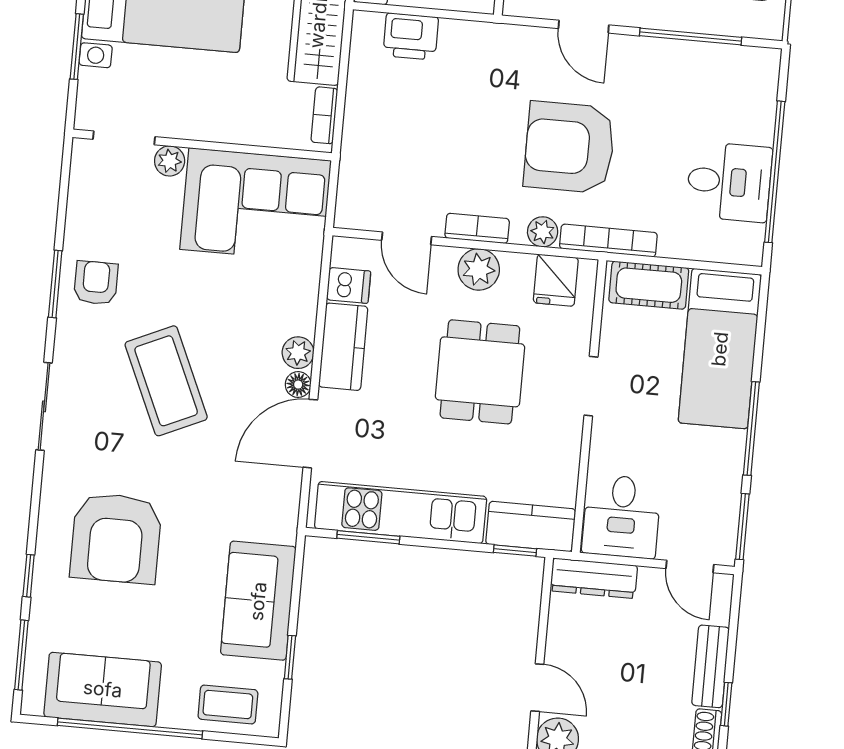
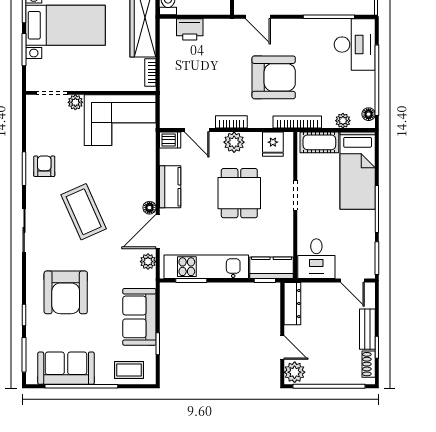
door: (584, 27) -> (258, 17), moved
armchair: (569, 147) -> (274, 77), turned 180
desk: (729, 182) -> (355, 45), moved, width x1.37
plant: (543, 232) -> (343, 121), moved
floor lamp: (752, 238) -> (369, 114), added
dishwasher: (349, 285) -> (170, 140), moved
plant: (298, 353) -> (148, 262), moved
dresser: (594, 578) -> (292, 304), moved, turned -90

